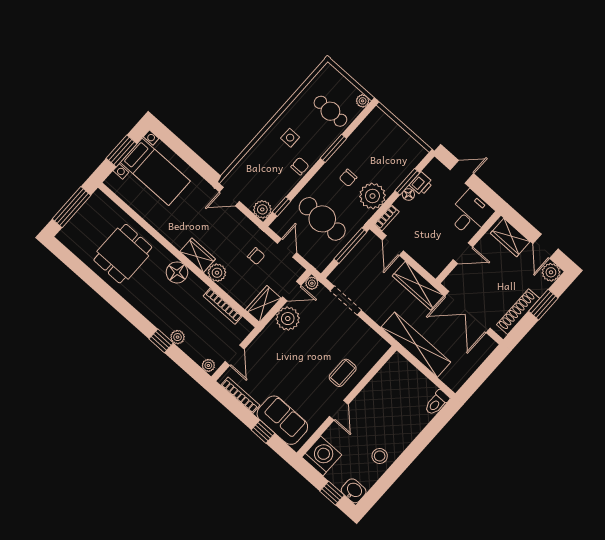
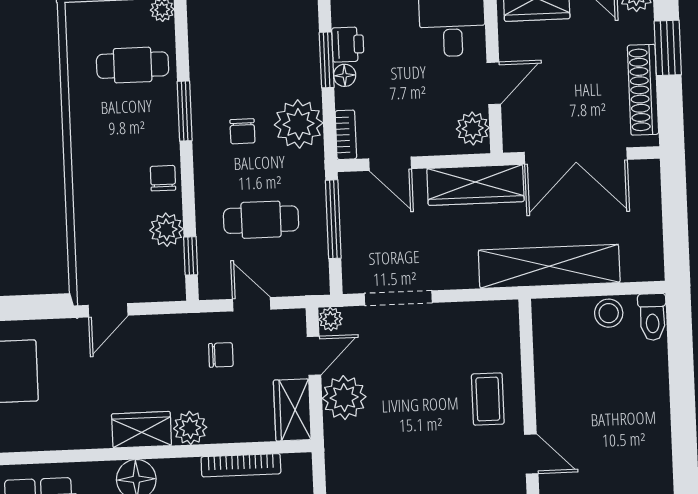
side table: (290, 138) -> (113, 153), removed
plant: (262, 209) -> (166, 230), moved
cafe table: (322, 219) -> (261, 220), width x0.73, depth x0.74
plant: (438, 263) -> (473, 128), added
stool: (380, 456) -> (609, 313), moved

